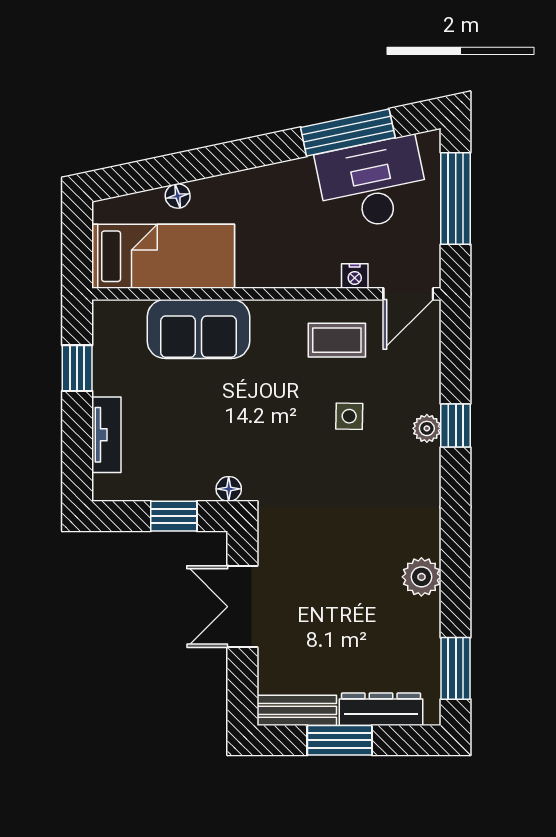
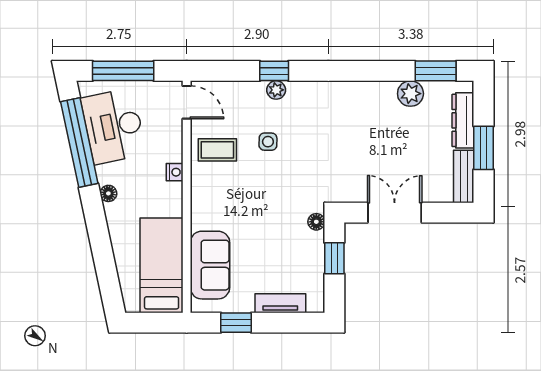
window: (348, 133) -> (79, 143), width x1.46
floor lamp: (178, 196) -> (108, 193), moved
nightstand: (355, 276) -> (175, 172), moved
sofa: (198, 329) -> (210, 265), moved
coffee table: (337, 340) -> (217, 150), turned 90
plant: (421, 577) -> (410, 94), moved
double door: (242, 607) -> (395, 213), swing flipped

